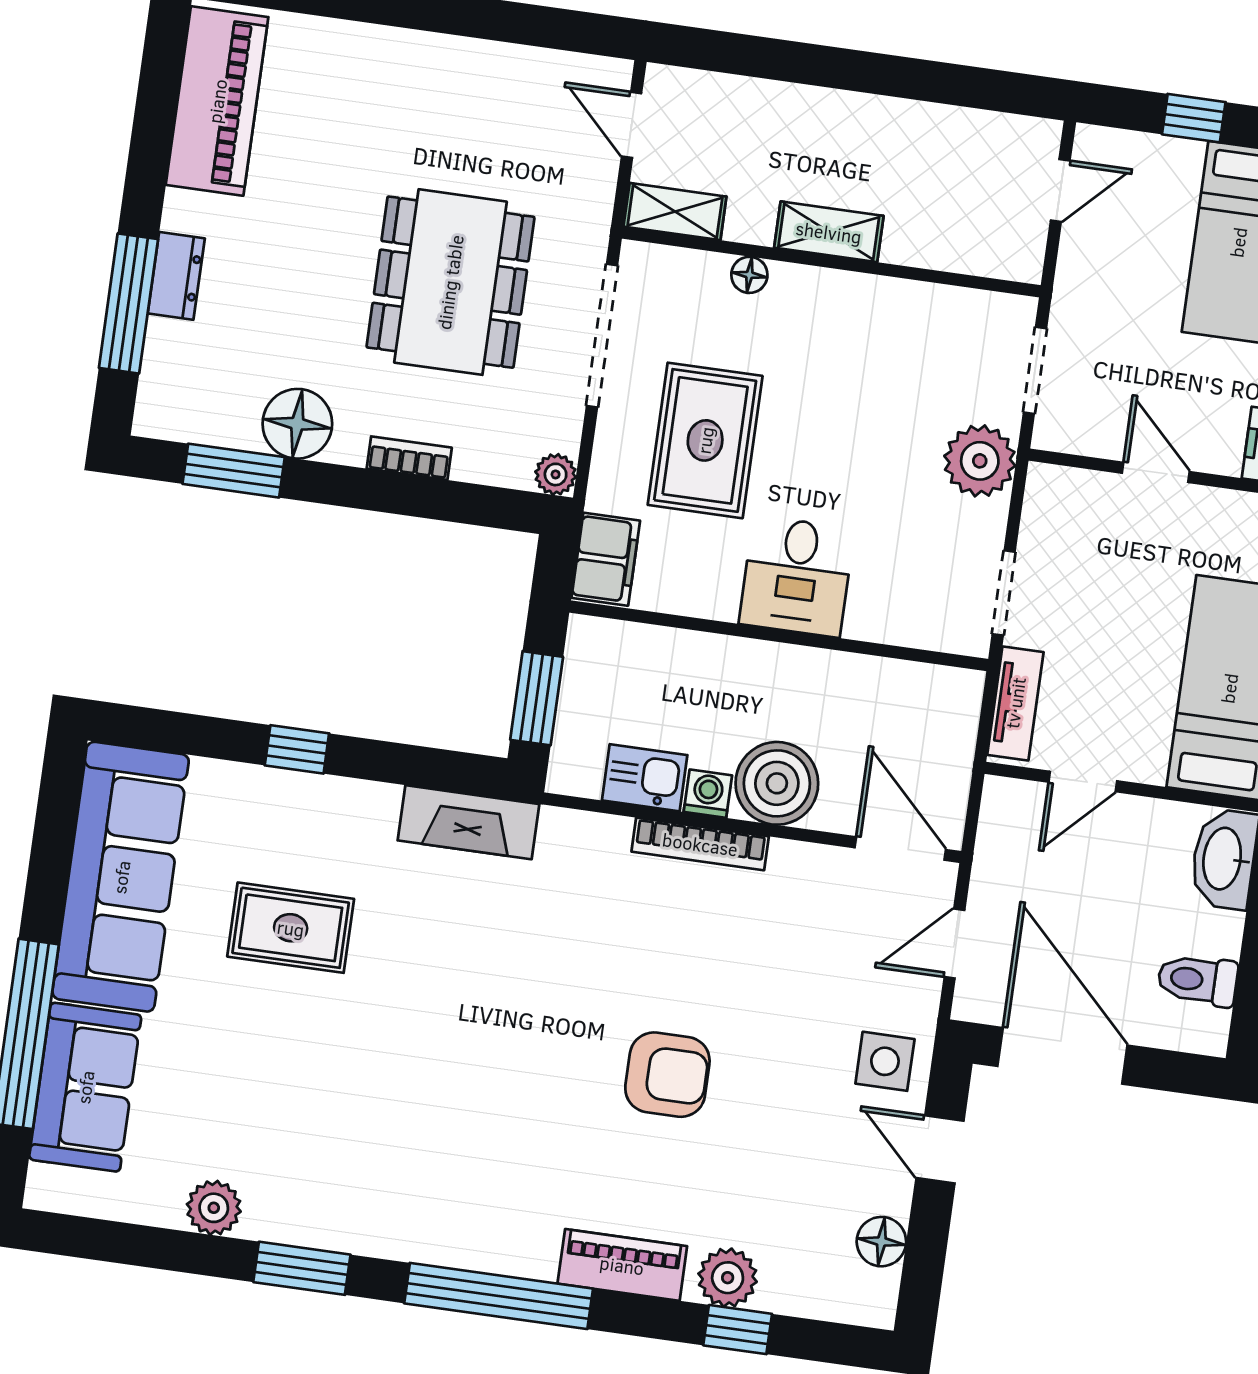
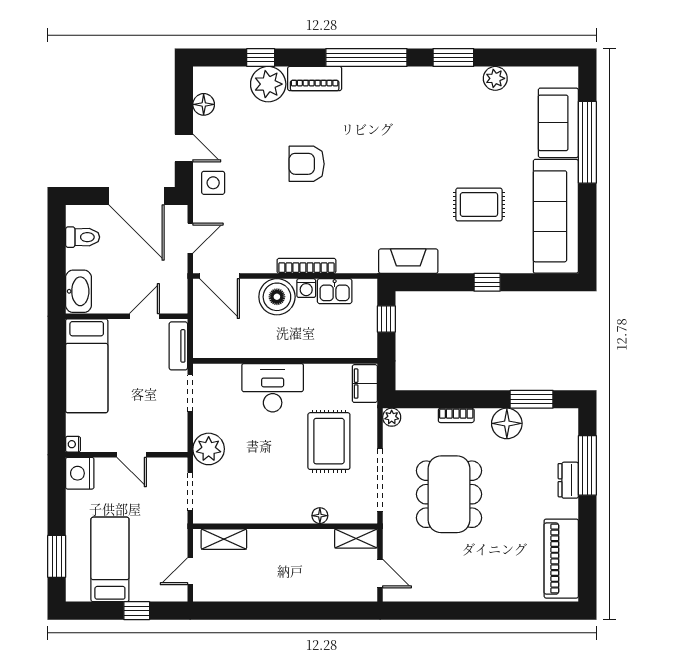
shelving: (829, 232) -> (224, 539), moved
desk: (797, 576) -> (273, 388), width x1.37
window: (537, 698) -> (386, 319), width x0.67
plant: (728, 1278) -> (268, 84), width x1.36, depth x1.36

